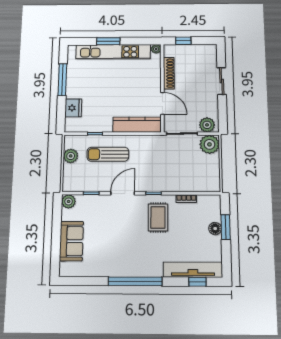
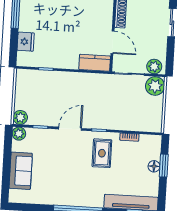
kitchen counter: (137, 125) -> (95, 63), width x0.67
sun lounger: (108, 154) -> (58, 90), removed
plant: (71, 156) -> (20, 117), moved

